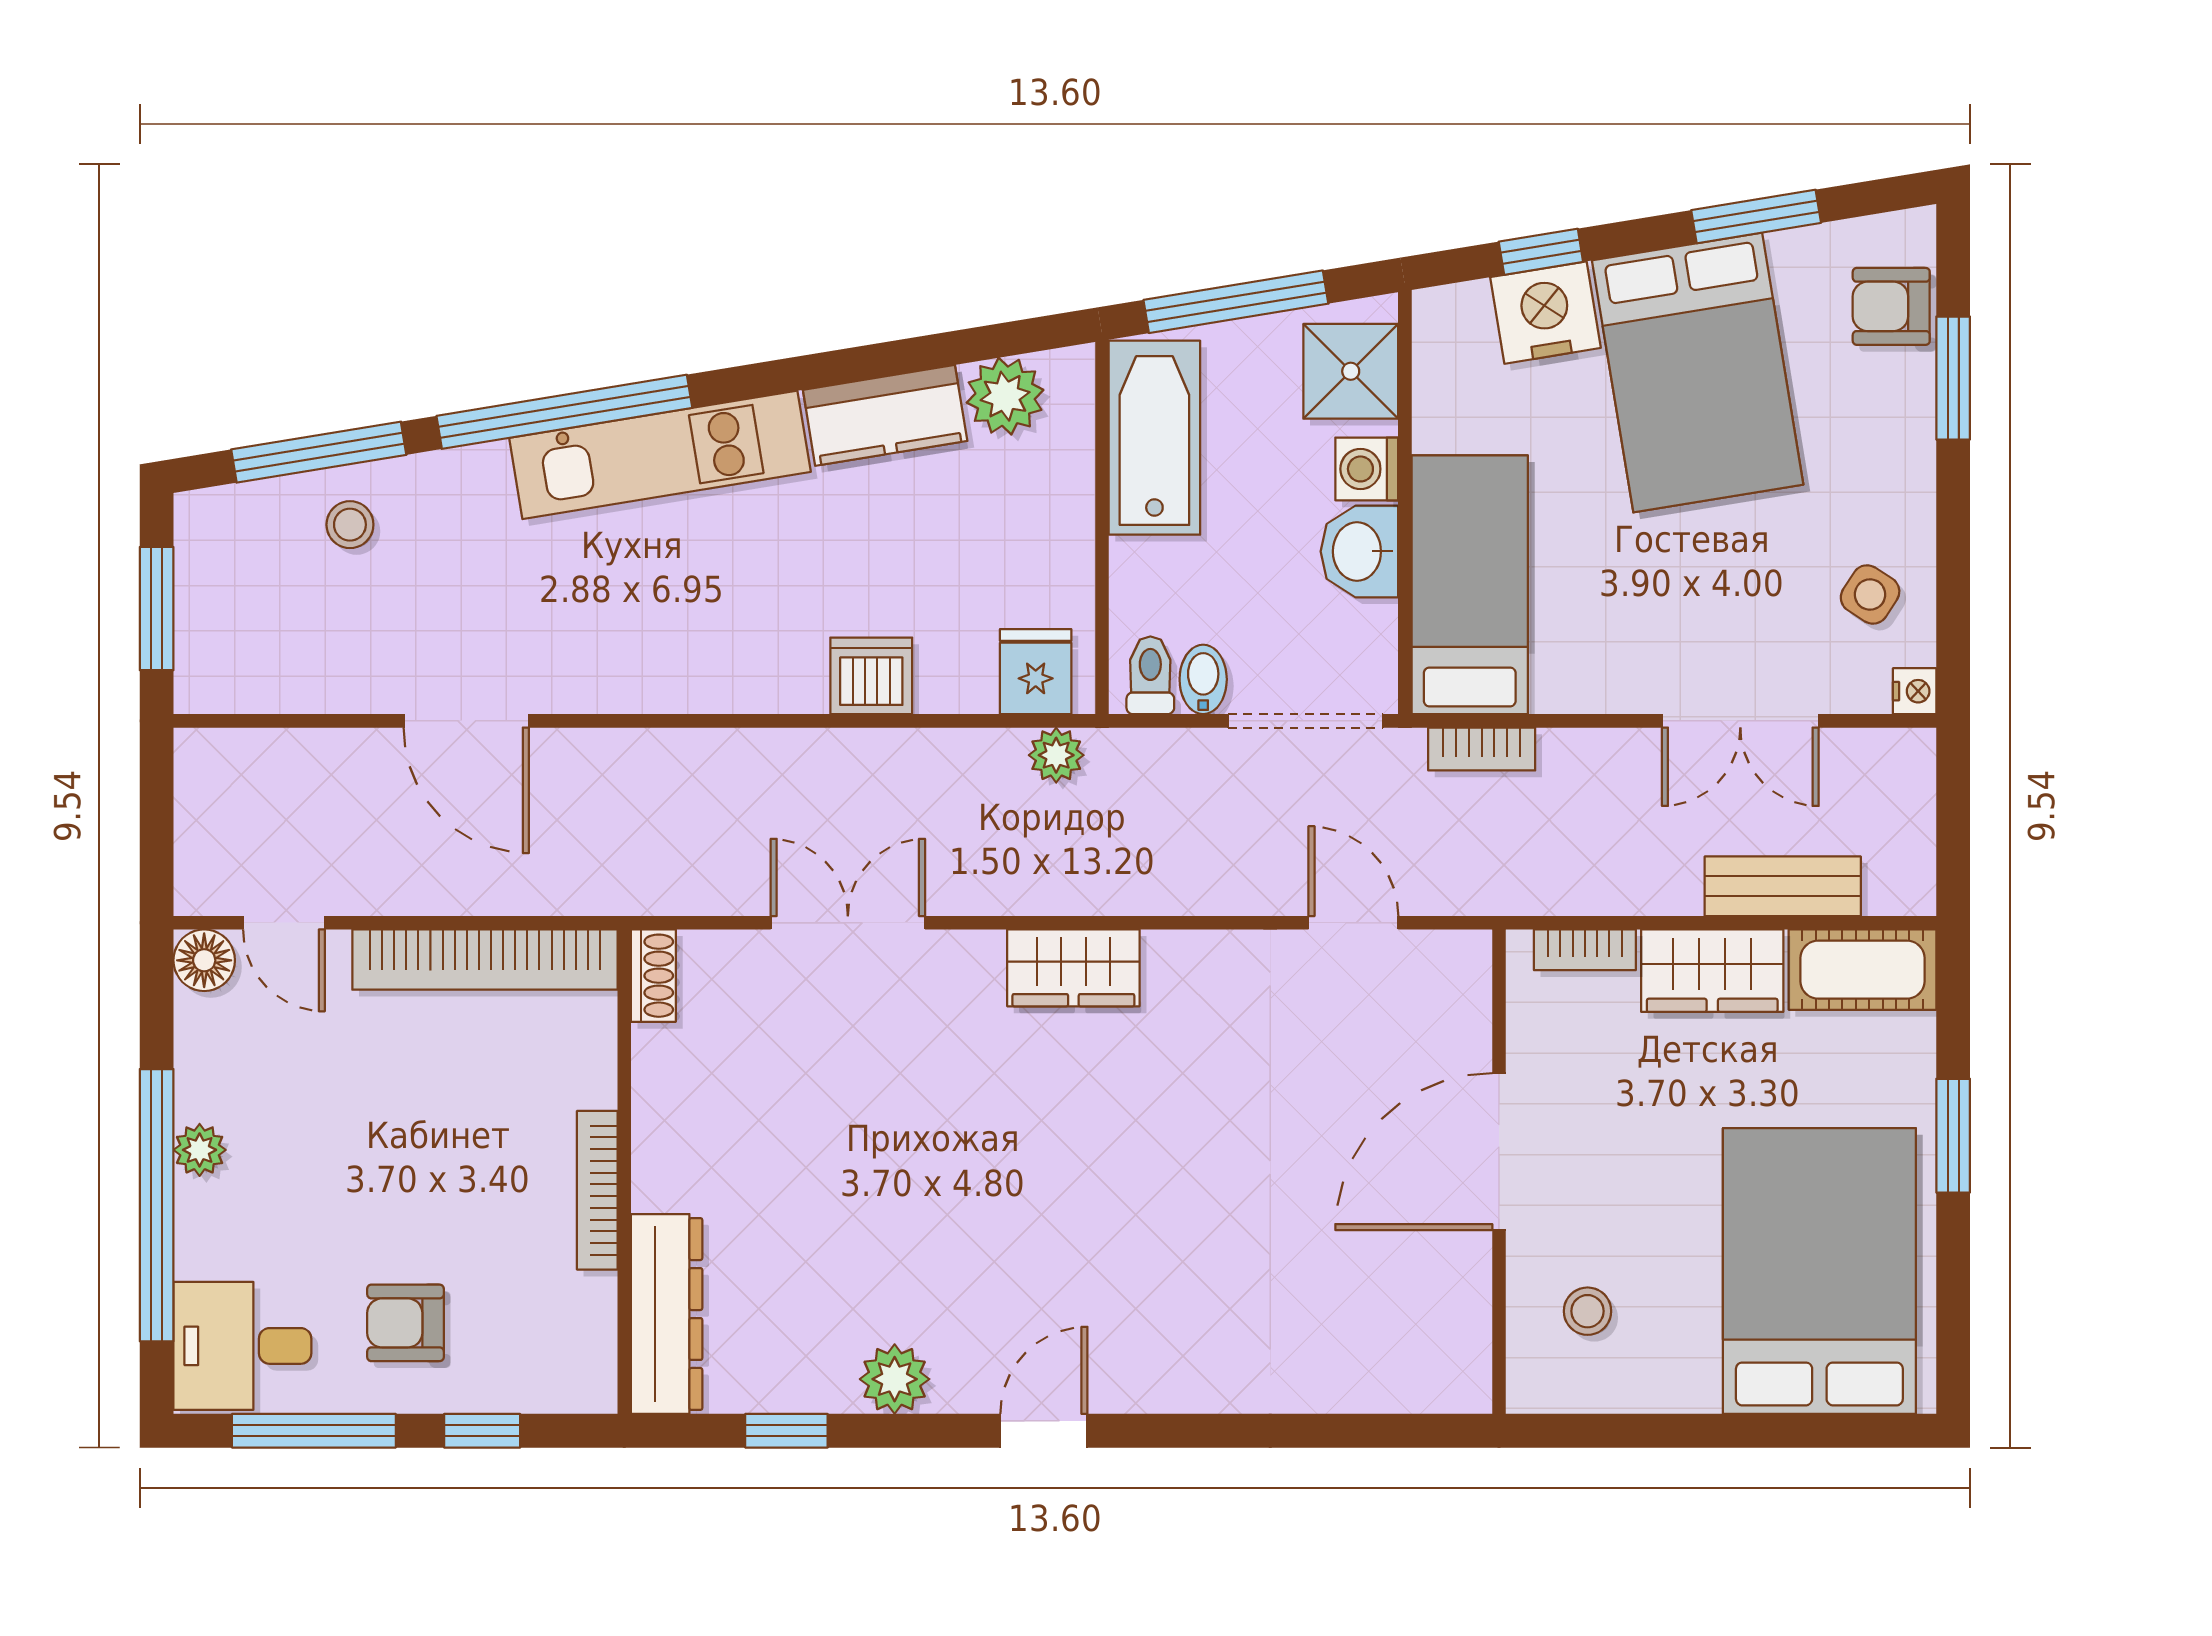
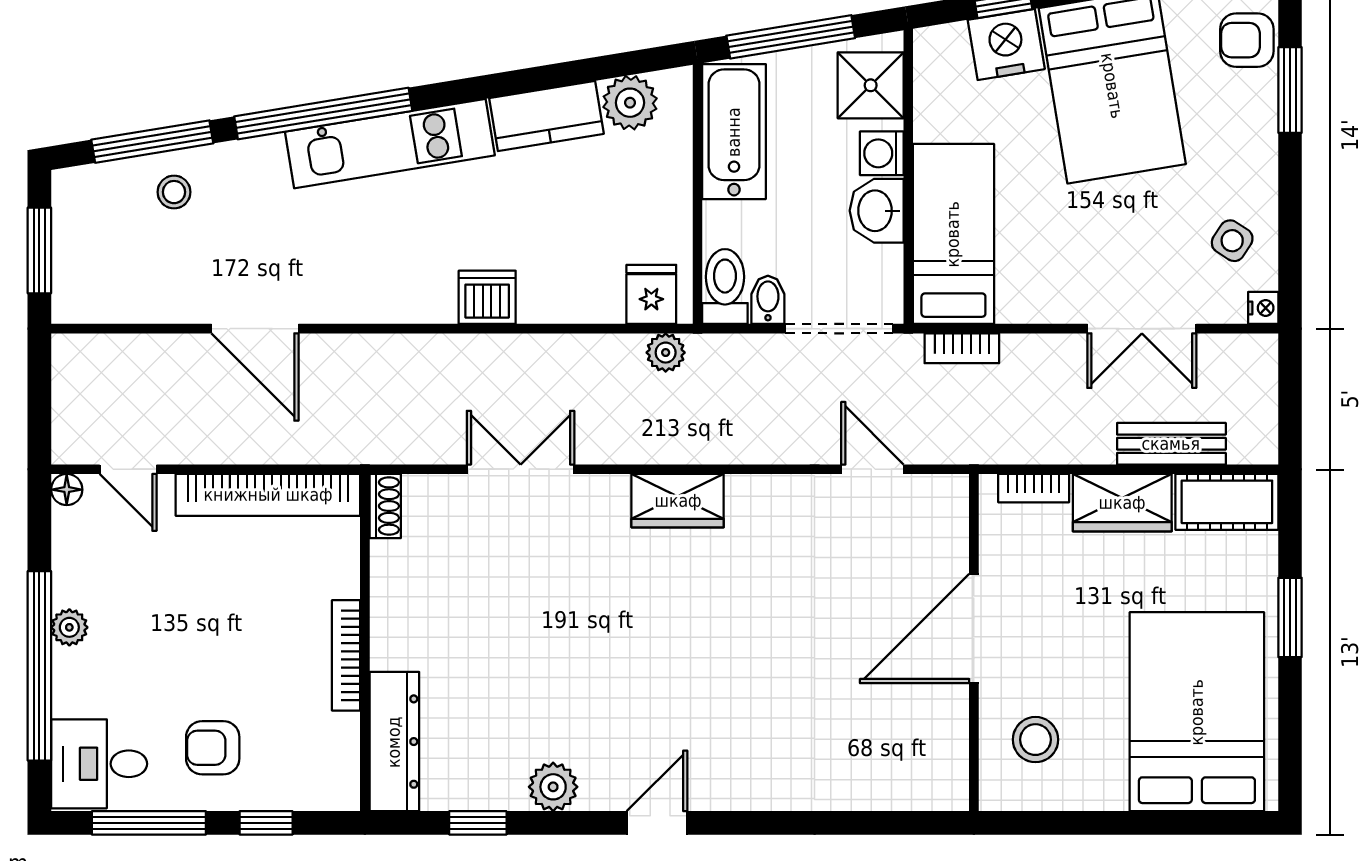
toilet: (1150, 675) -> (725, 287), width x1.37, depth x1.39
dishwasher: (871, 676) -> (487, 297), moved
floor lamp: (204, 960) -> (67, 490), width x0.73, depth x0.73
stool: (1588, 1311) -> (1035, 740), width x1.37, depth x1.37

